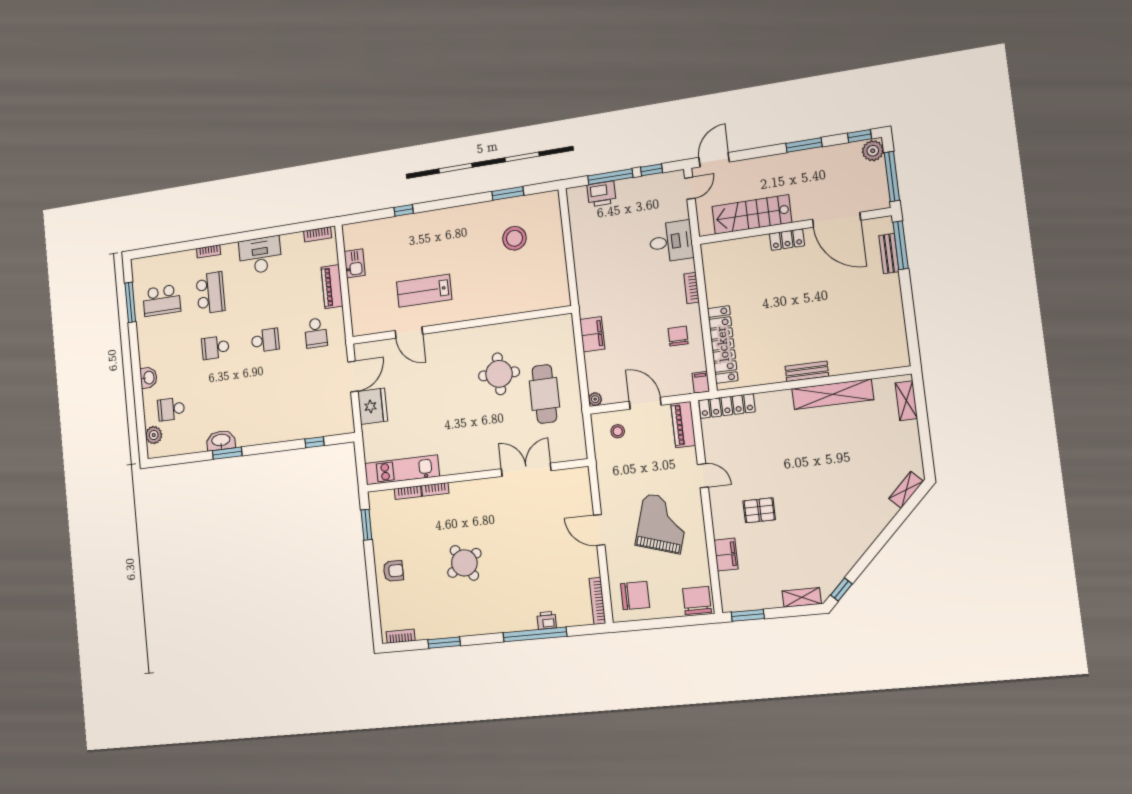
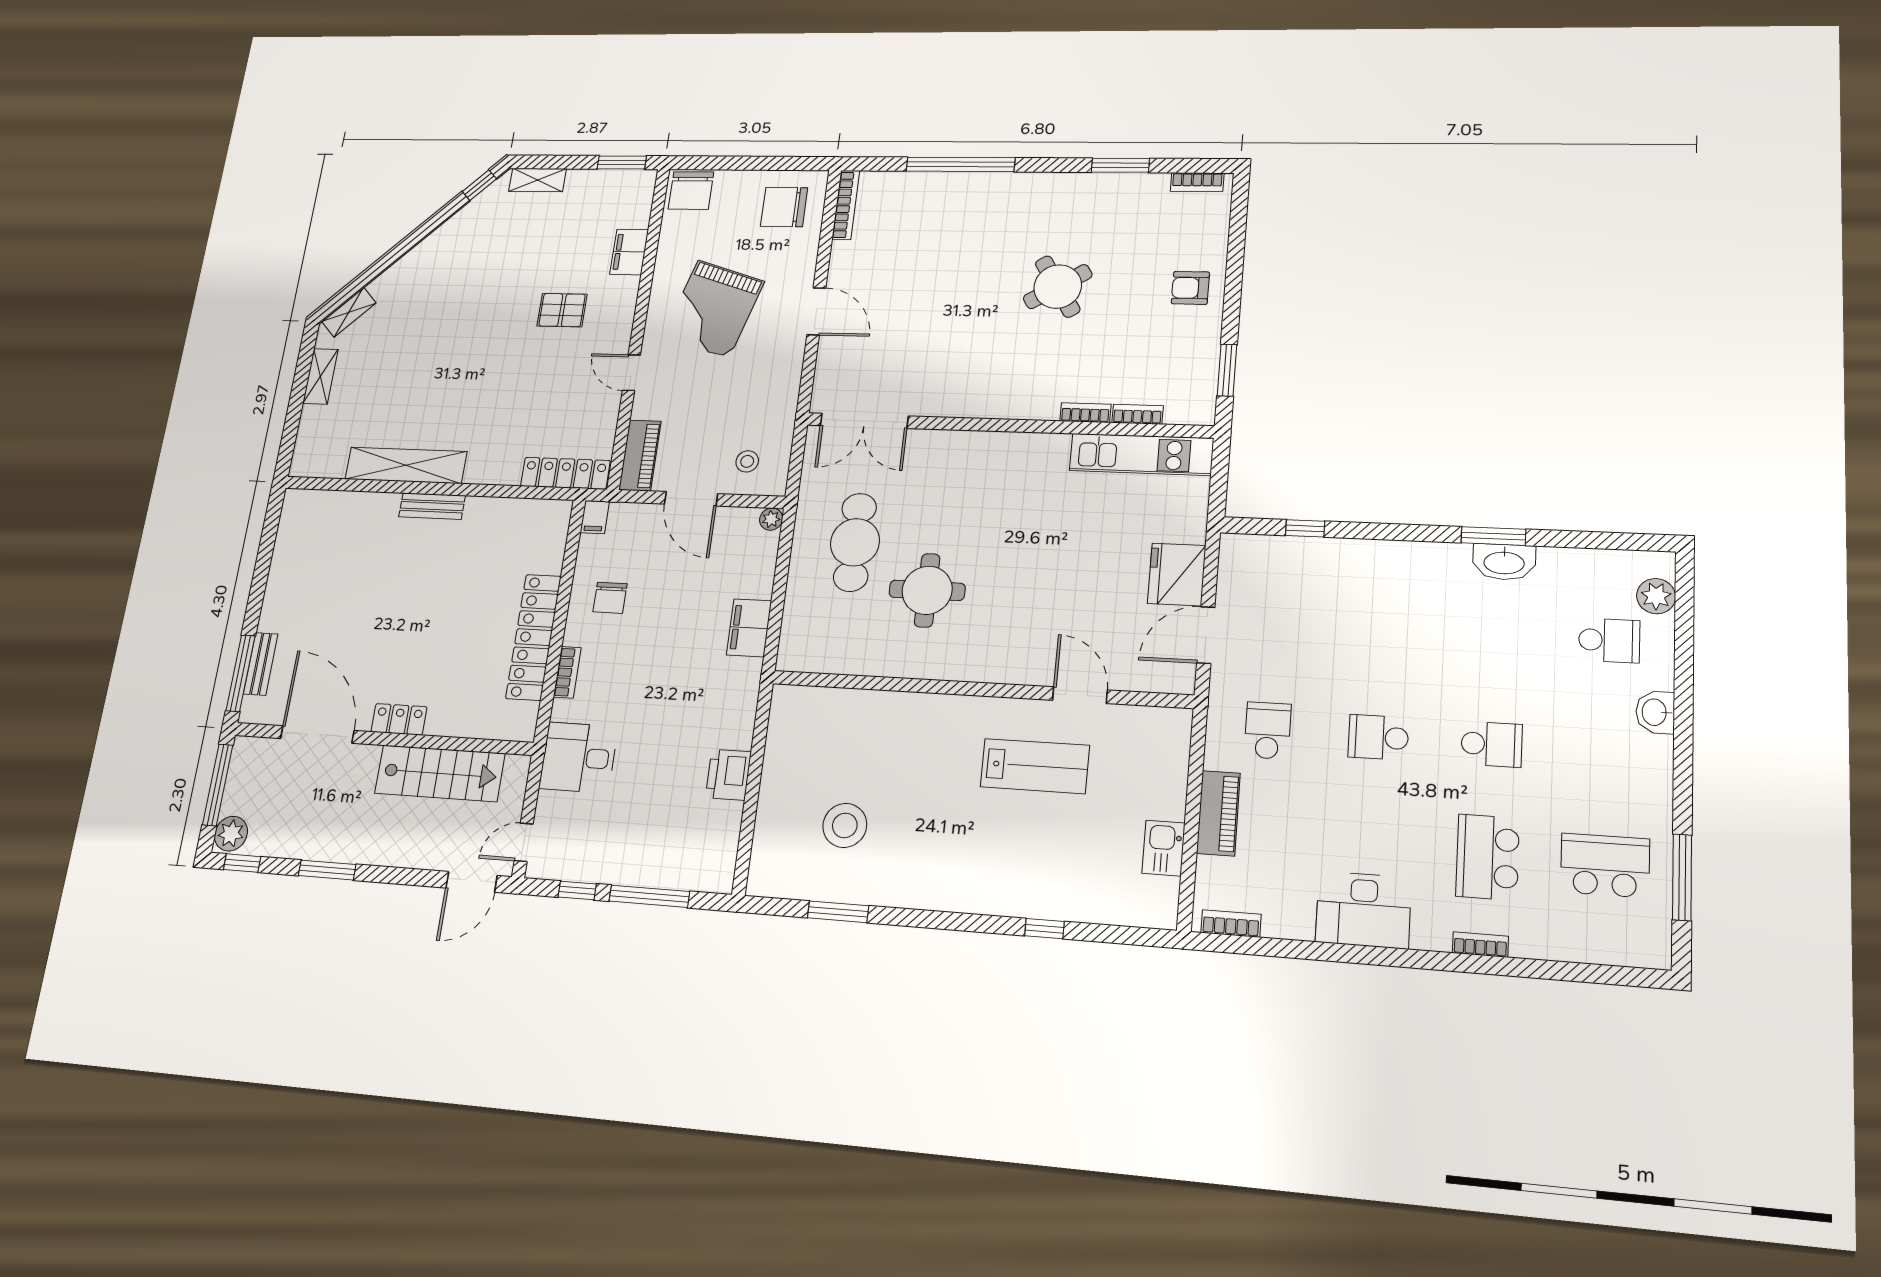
printer: (601, 194) -> (728, 775), moved, turned -90
locker: (723, 344) -> (534, 637), moved
shelving: (906, 401) -> (320, 376), moved
double door: (526, 470) -> (864, 421), moved
printer: (547, 620) -> (936, 184), removed

